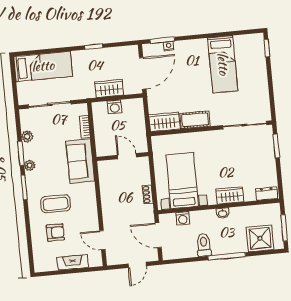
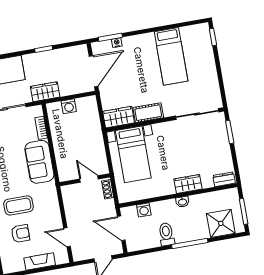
wardrobe: (109, 88) -> (45, 92), moved
door: (127, 156) -> (89, 179), moved
wall: (123, 157) -> (85, 180), moved
bed with nightstands: (182, 181) -> (133, 154), moved, turned 180

